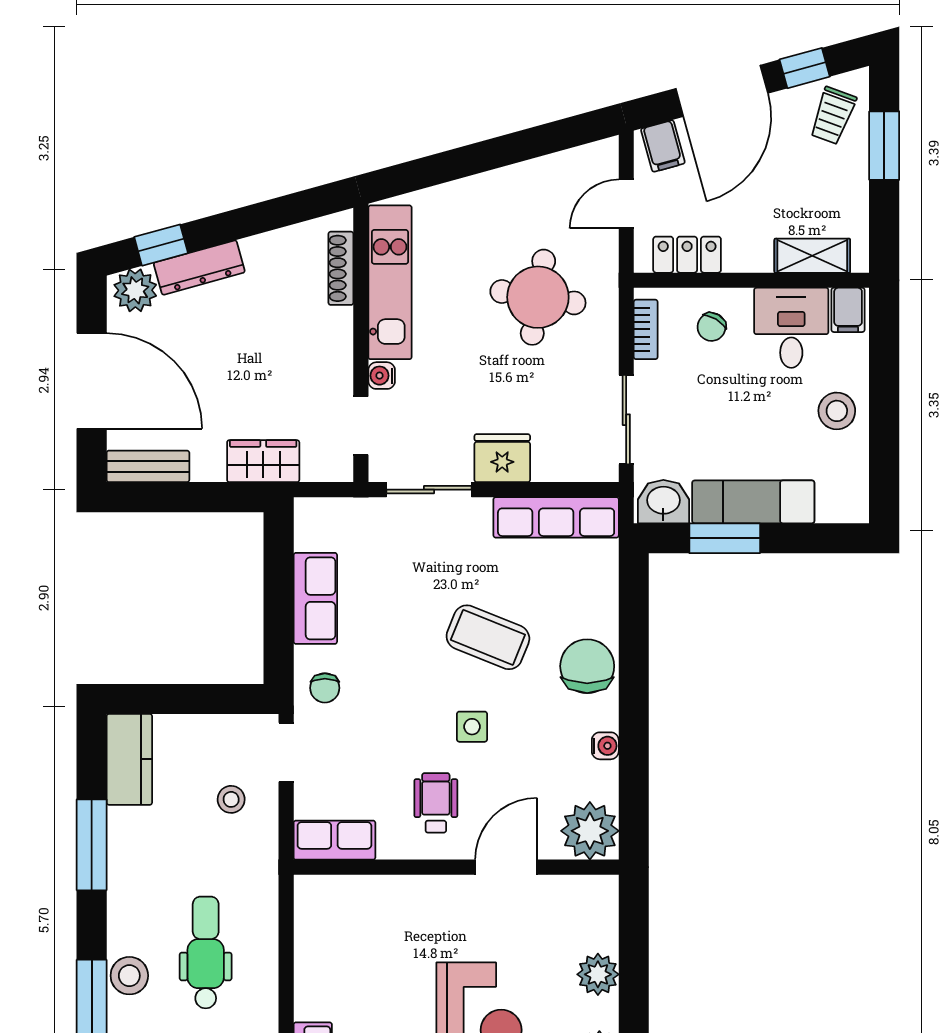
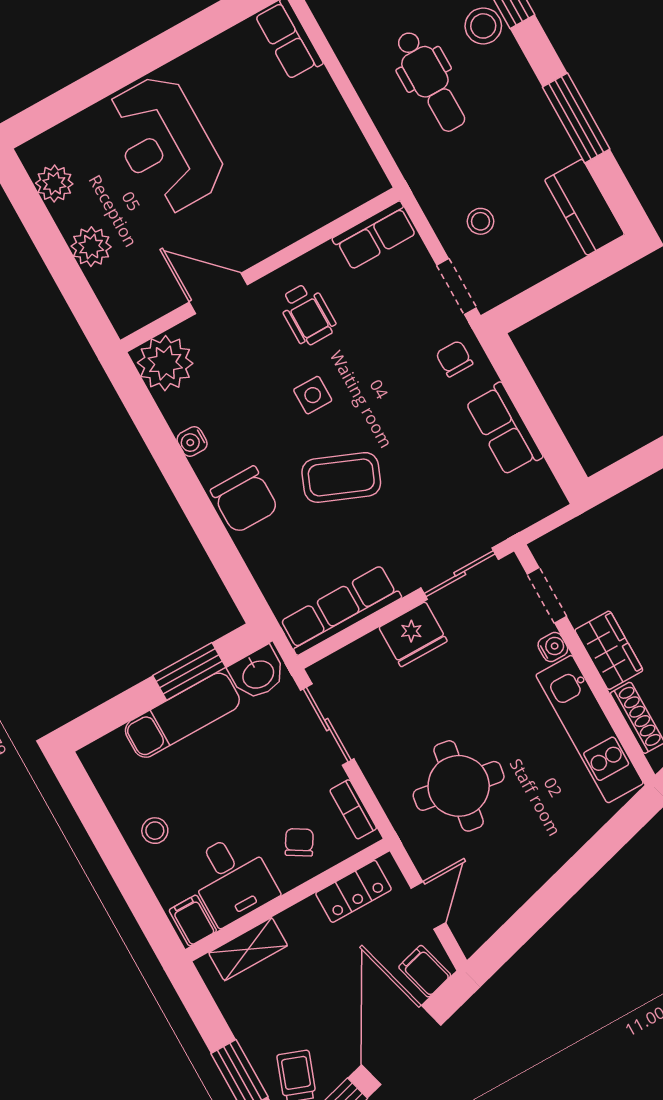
stool: (837, 411) -> (155, 831), width x0.73, depth x0.73
wardrobe: (263, 461) -> (609, 650), moved, turned -90
door: (506, 867) -> (218, 293), swing flipped

